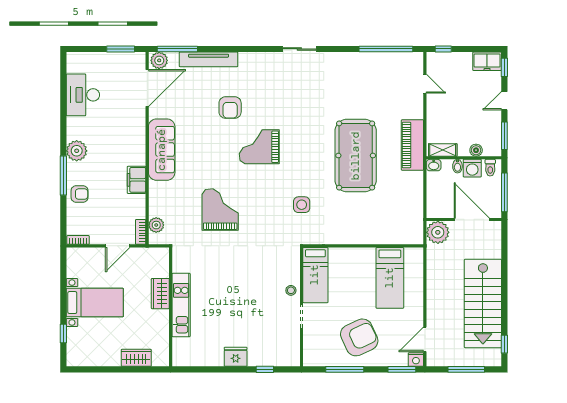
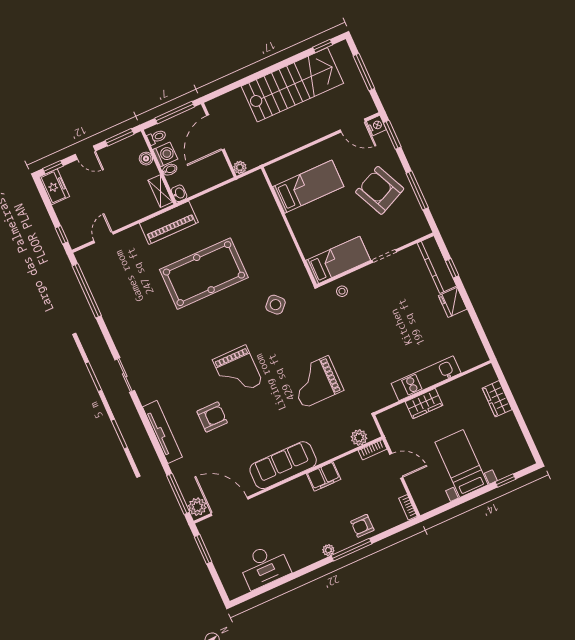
tv unit: (209, 59) -> (162, 432), moved
plant: (77, 151) -> (328, 550), width x0.53, depth x0.53
armchair: (80, 194) -> (362, 526), turned -90
side table: (302, 205) -> (275, 305), turned 45
plant: (438, 232) -> (240, 167), width x0.53, depth x0.53
stool: (291, 290) -> (342, 291), moved
kitchen counter: (274, 358) -> (437, 265), added

